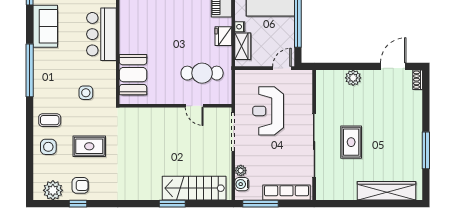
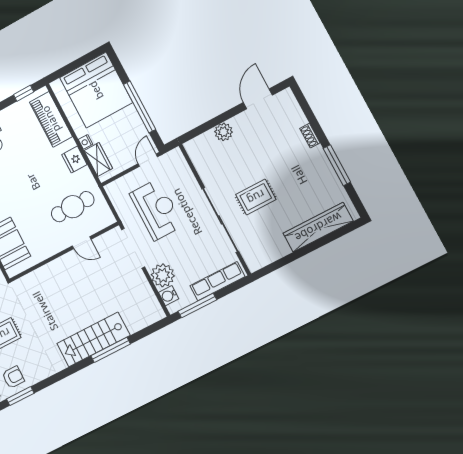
shoe rack: (418, 80) -> (310, 136), moved
reception desk: (268, 111) -> (156, 210), turned 180
rug: (351, 142) -> (256, 197), turned 90
plant: (241, 171) -> (163, 275), width x1.88, depth x1.88
stairs: (194, 188) -> (93, 339), moved
window: (78, 204) -> (20, 396), width x1.50
window: (172, 204) -> (111, 350), width x1.44

